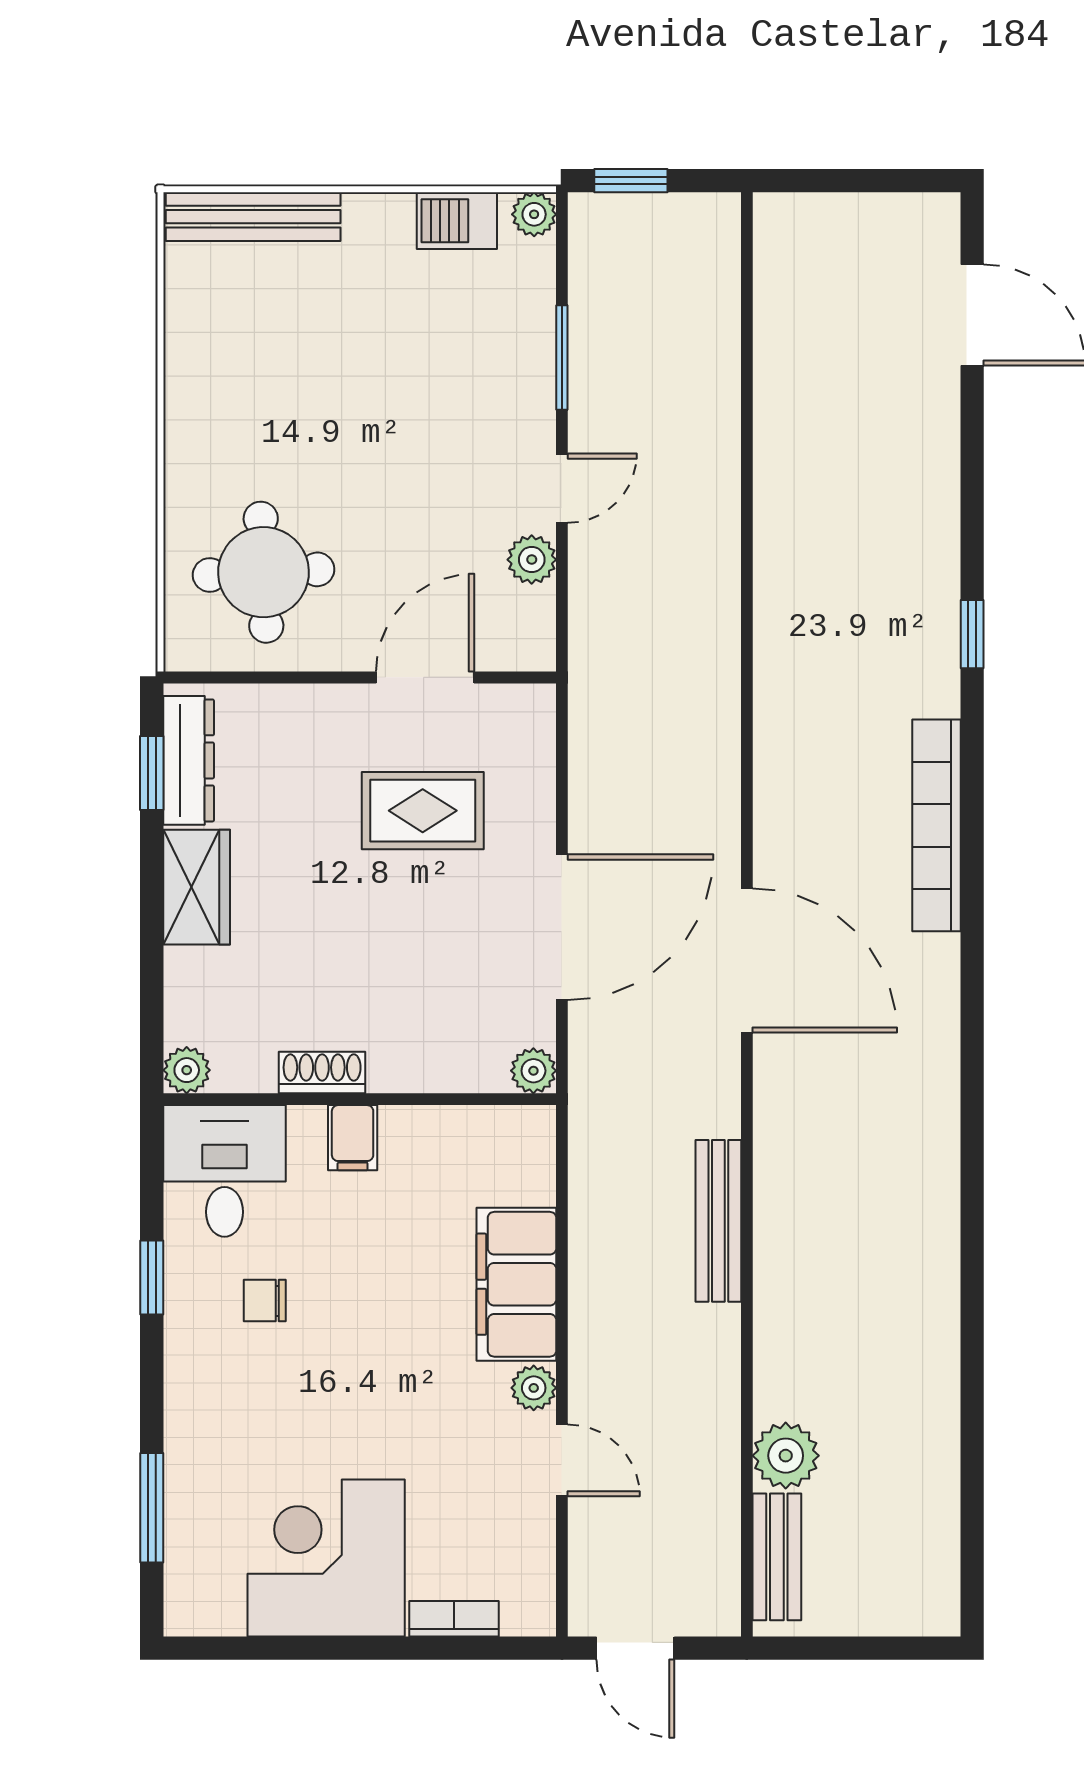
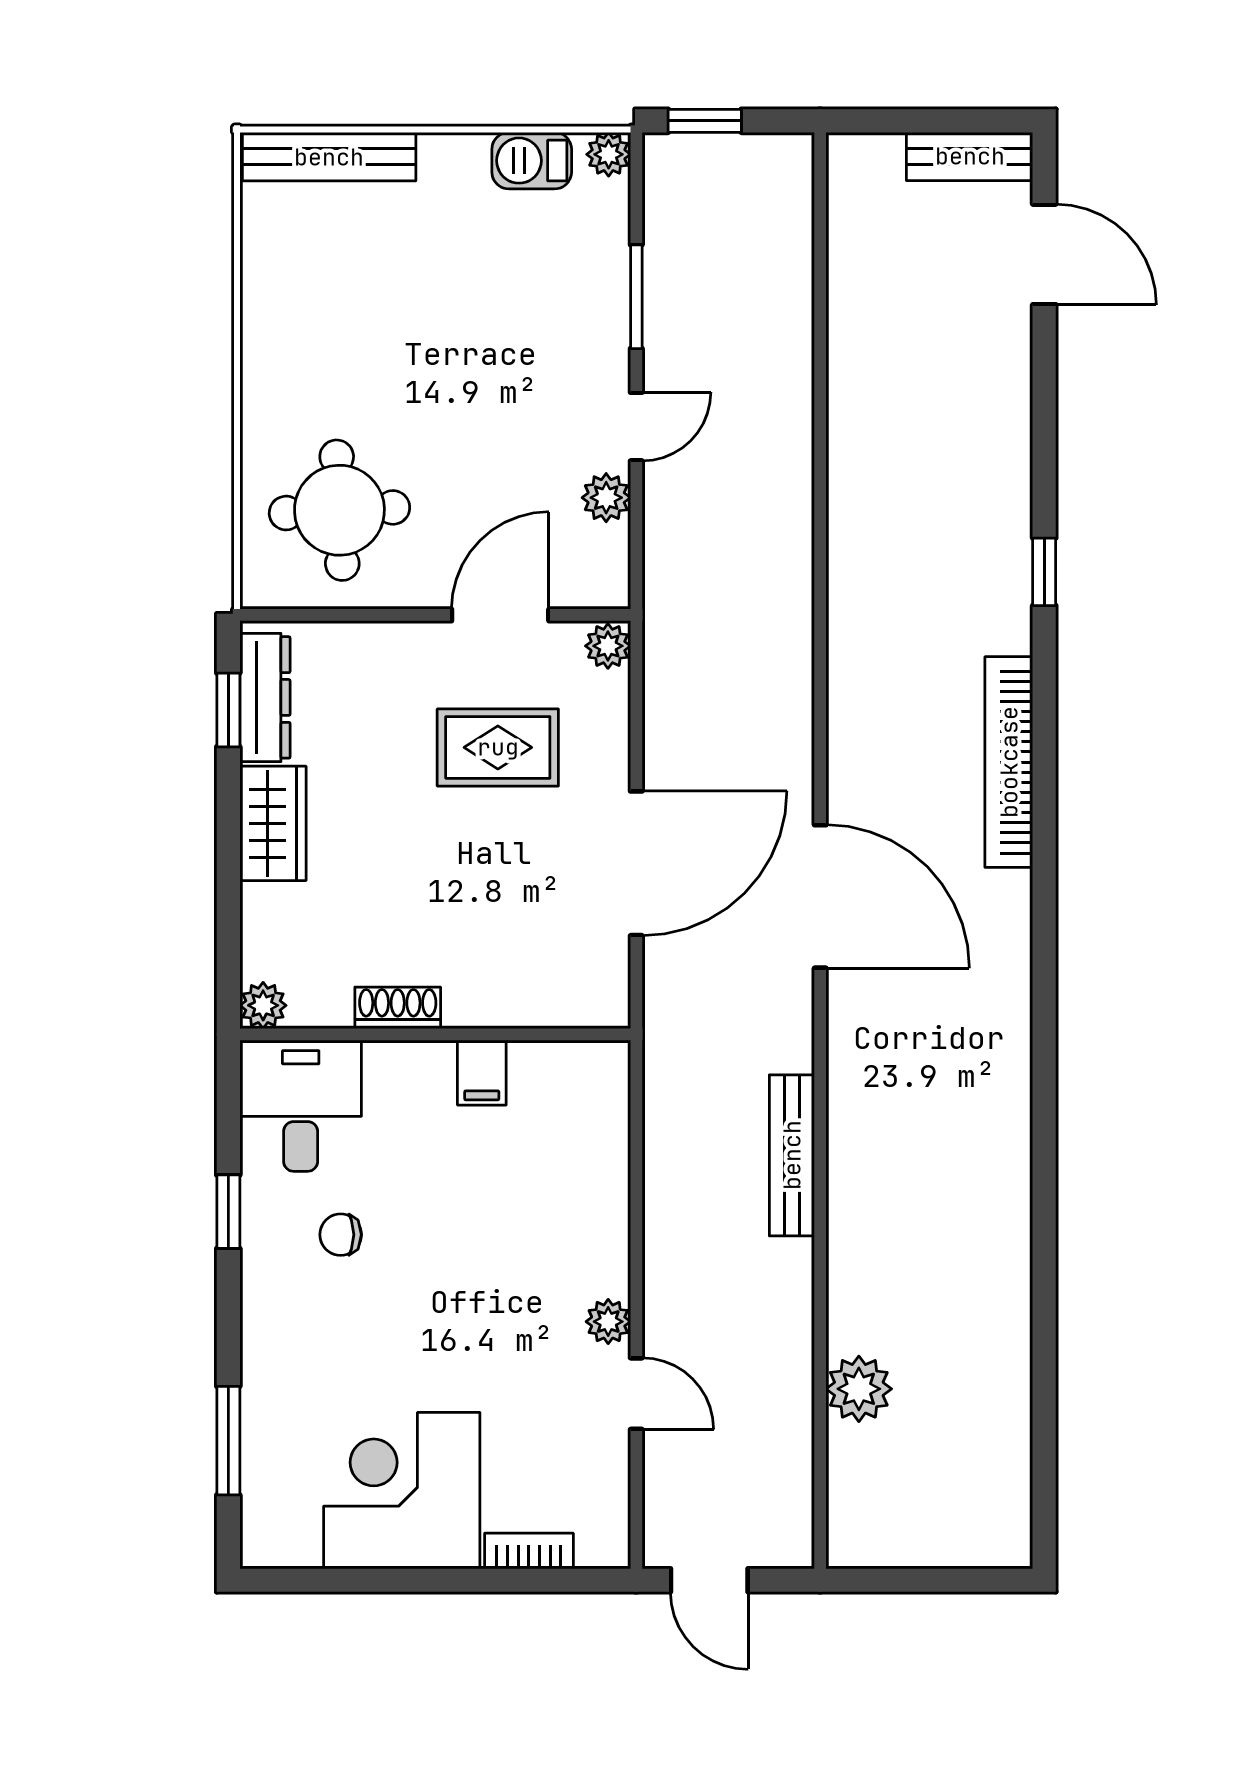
plant: (533, 1071) -> (608, 646), moved
filing cabinet: (353, 1138) -> (482, 1073), moved
filing cabinet: (516, 1284) -> (591, 1218), removed
bench: (777, 1557) -> (970, 156), moved, turned 90

